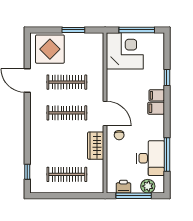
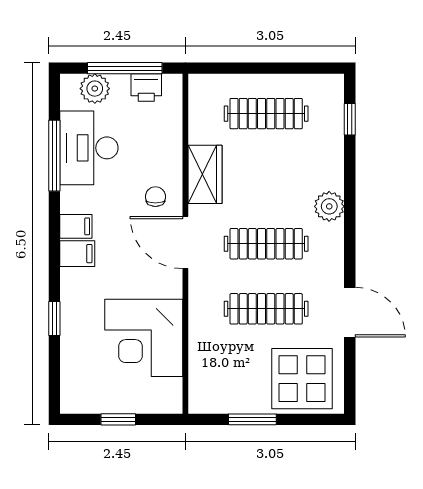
window: (137, 30) -> (118, 419), width x0.46
corner desk: (125, 51) -> (144, 338), moved
filing cabinet: (157, 95) -> (76, 226), moved
plant: (37, 131) -> (329, 206), added

